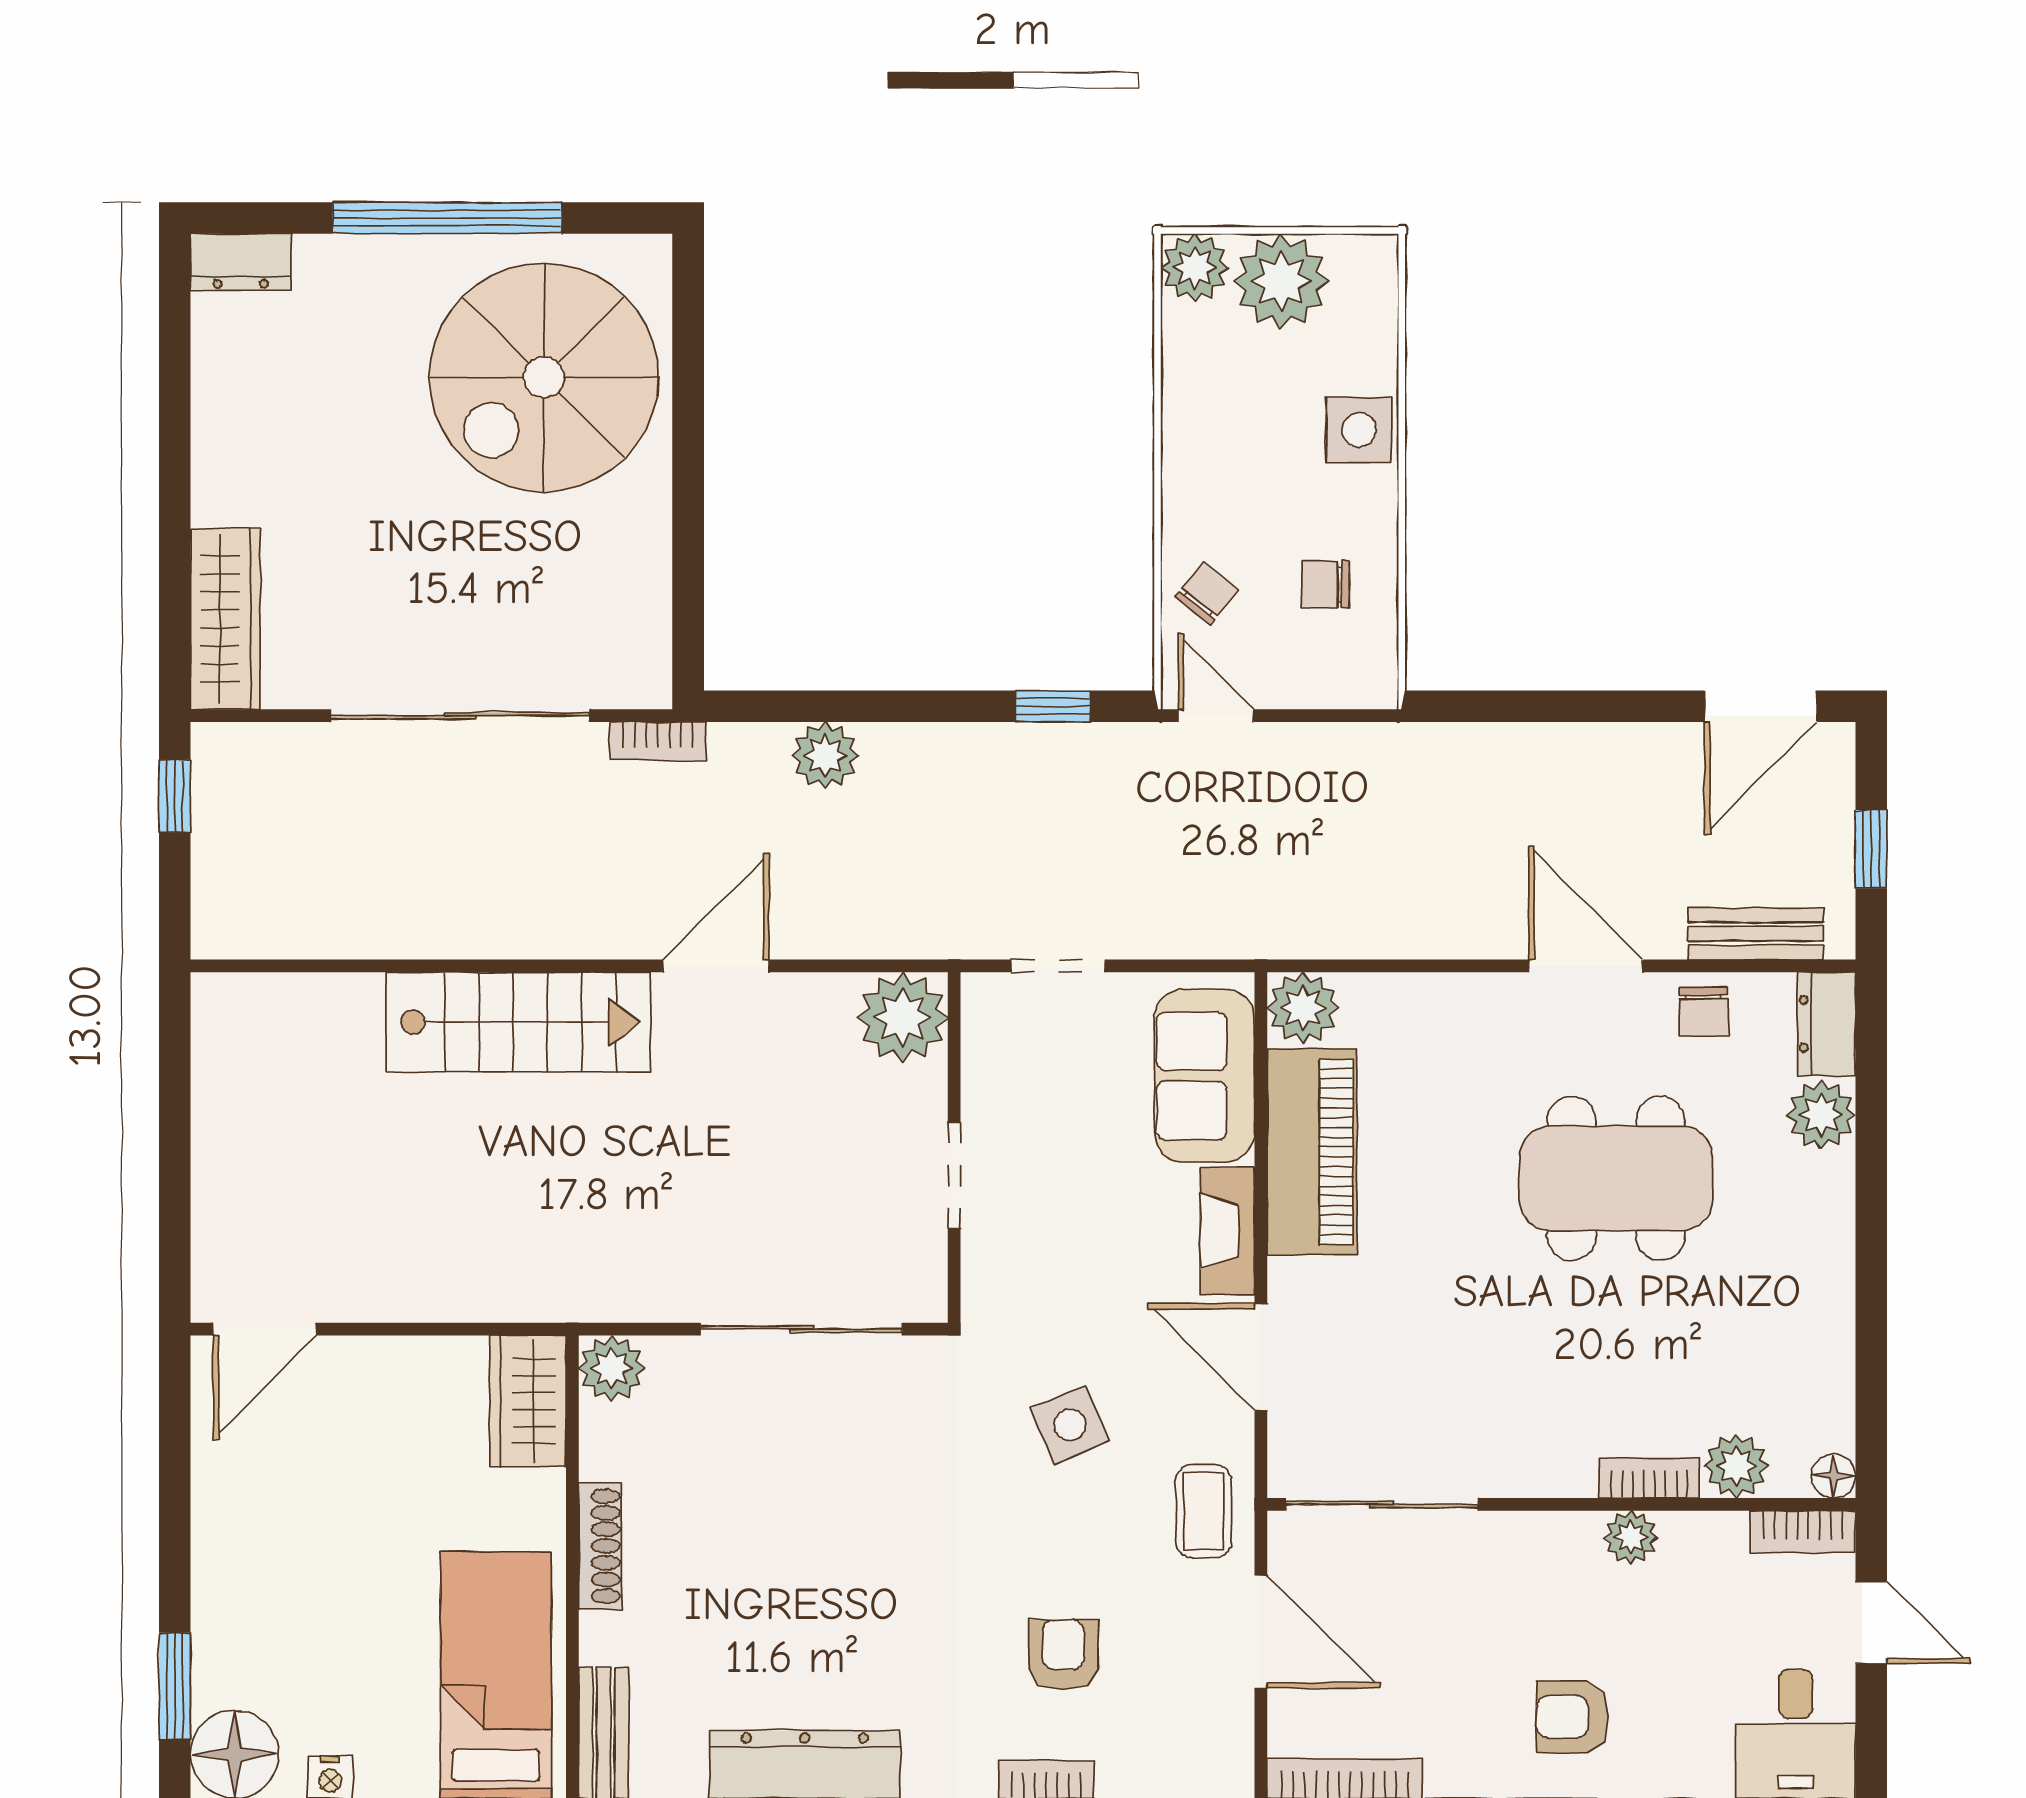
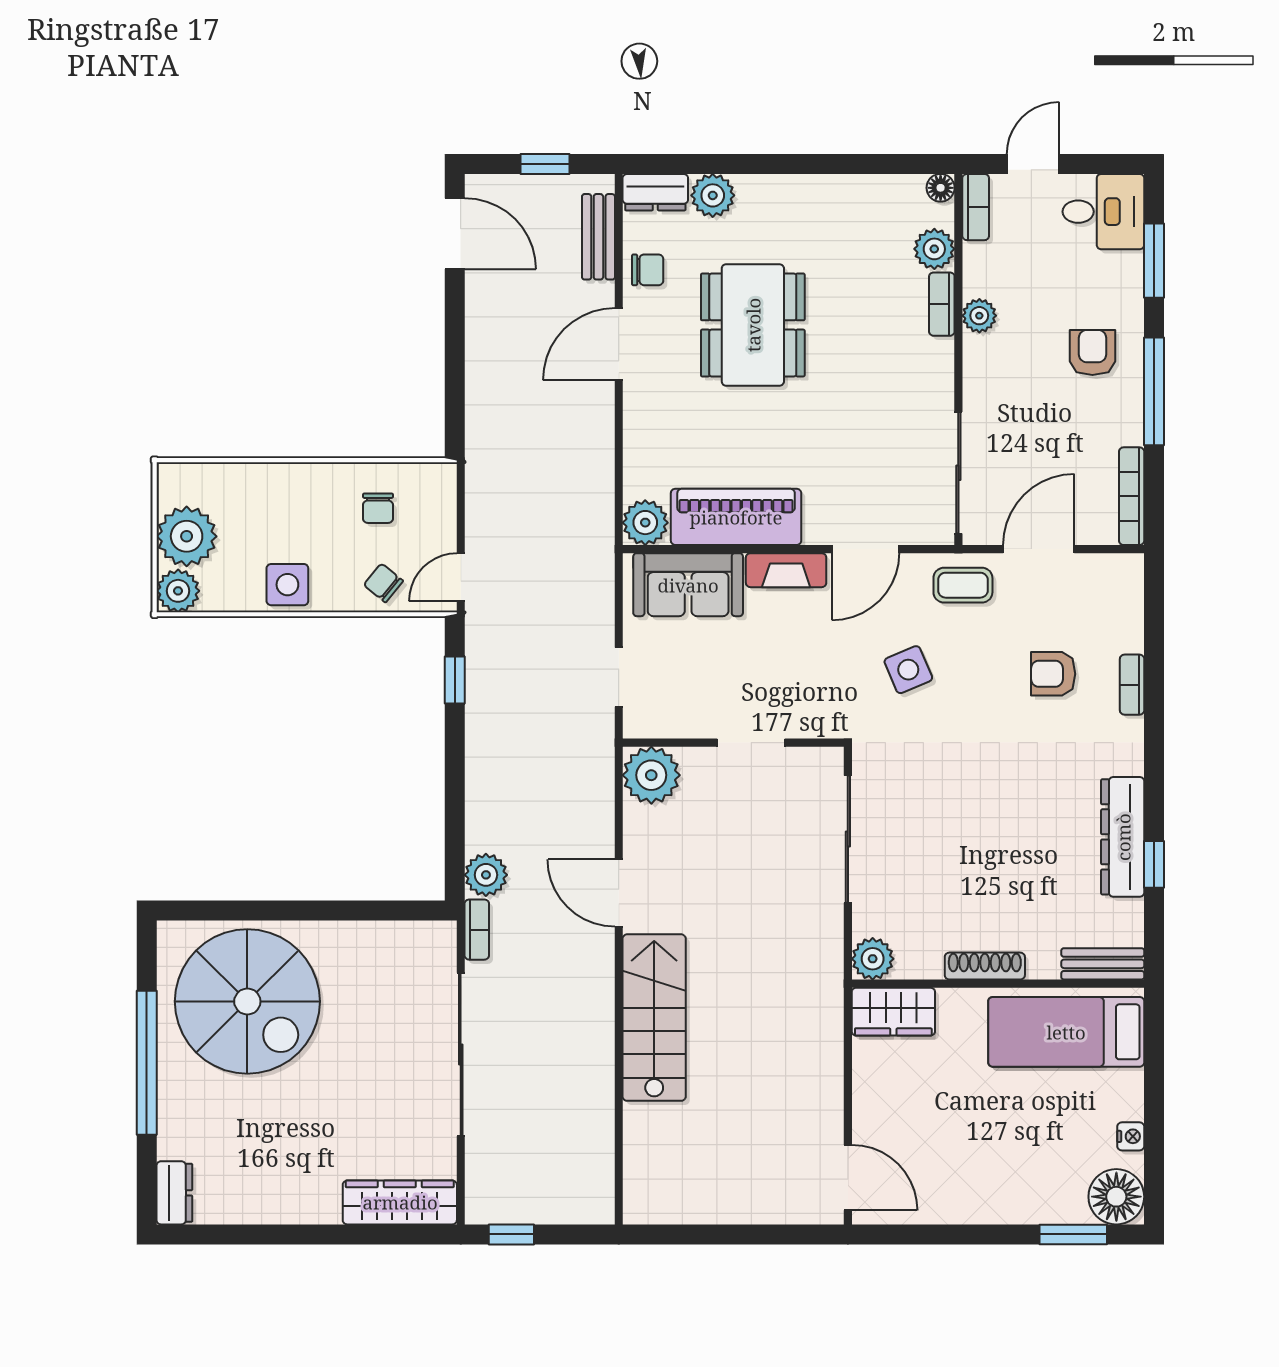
side table: (1359, 430) -> (287, 585), moved
plant: (825, 756) -> (486, 875), moved
armchair: (1572, 1717) -> (1092, 352), turned 180

